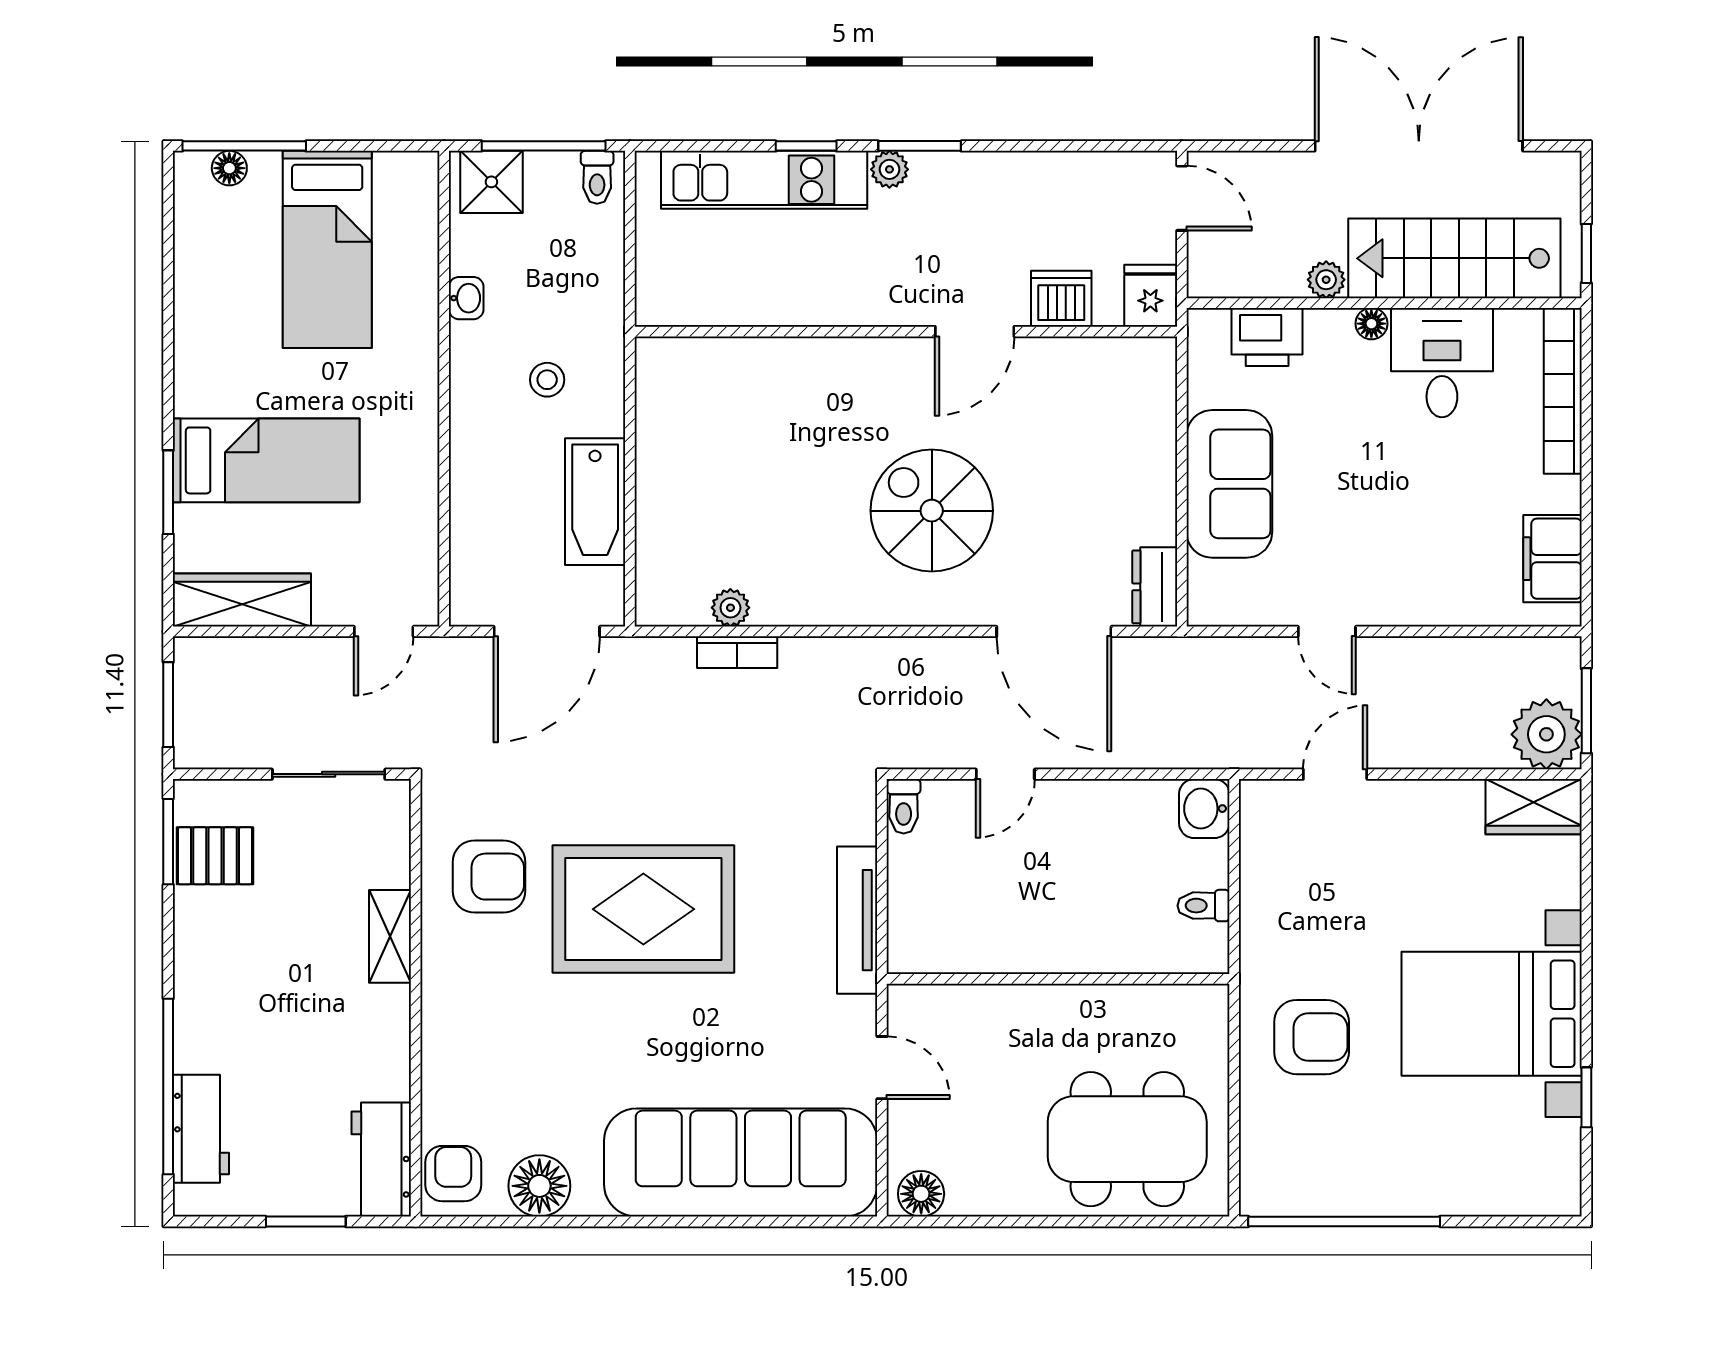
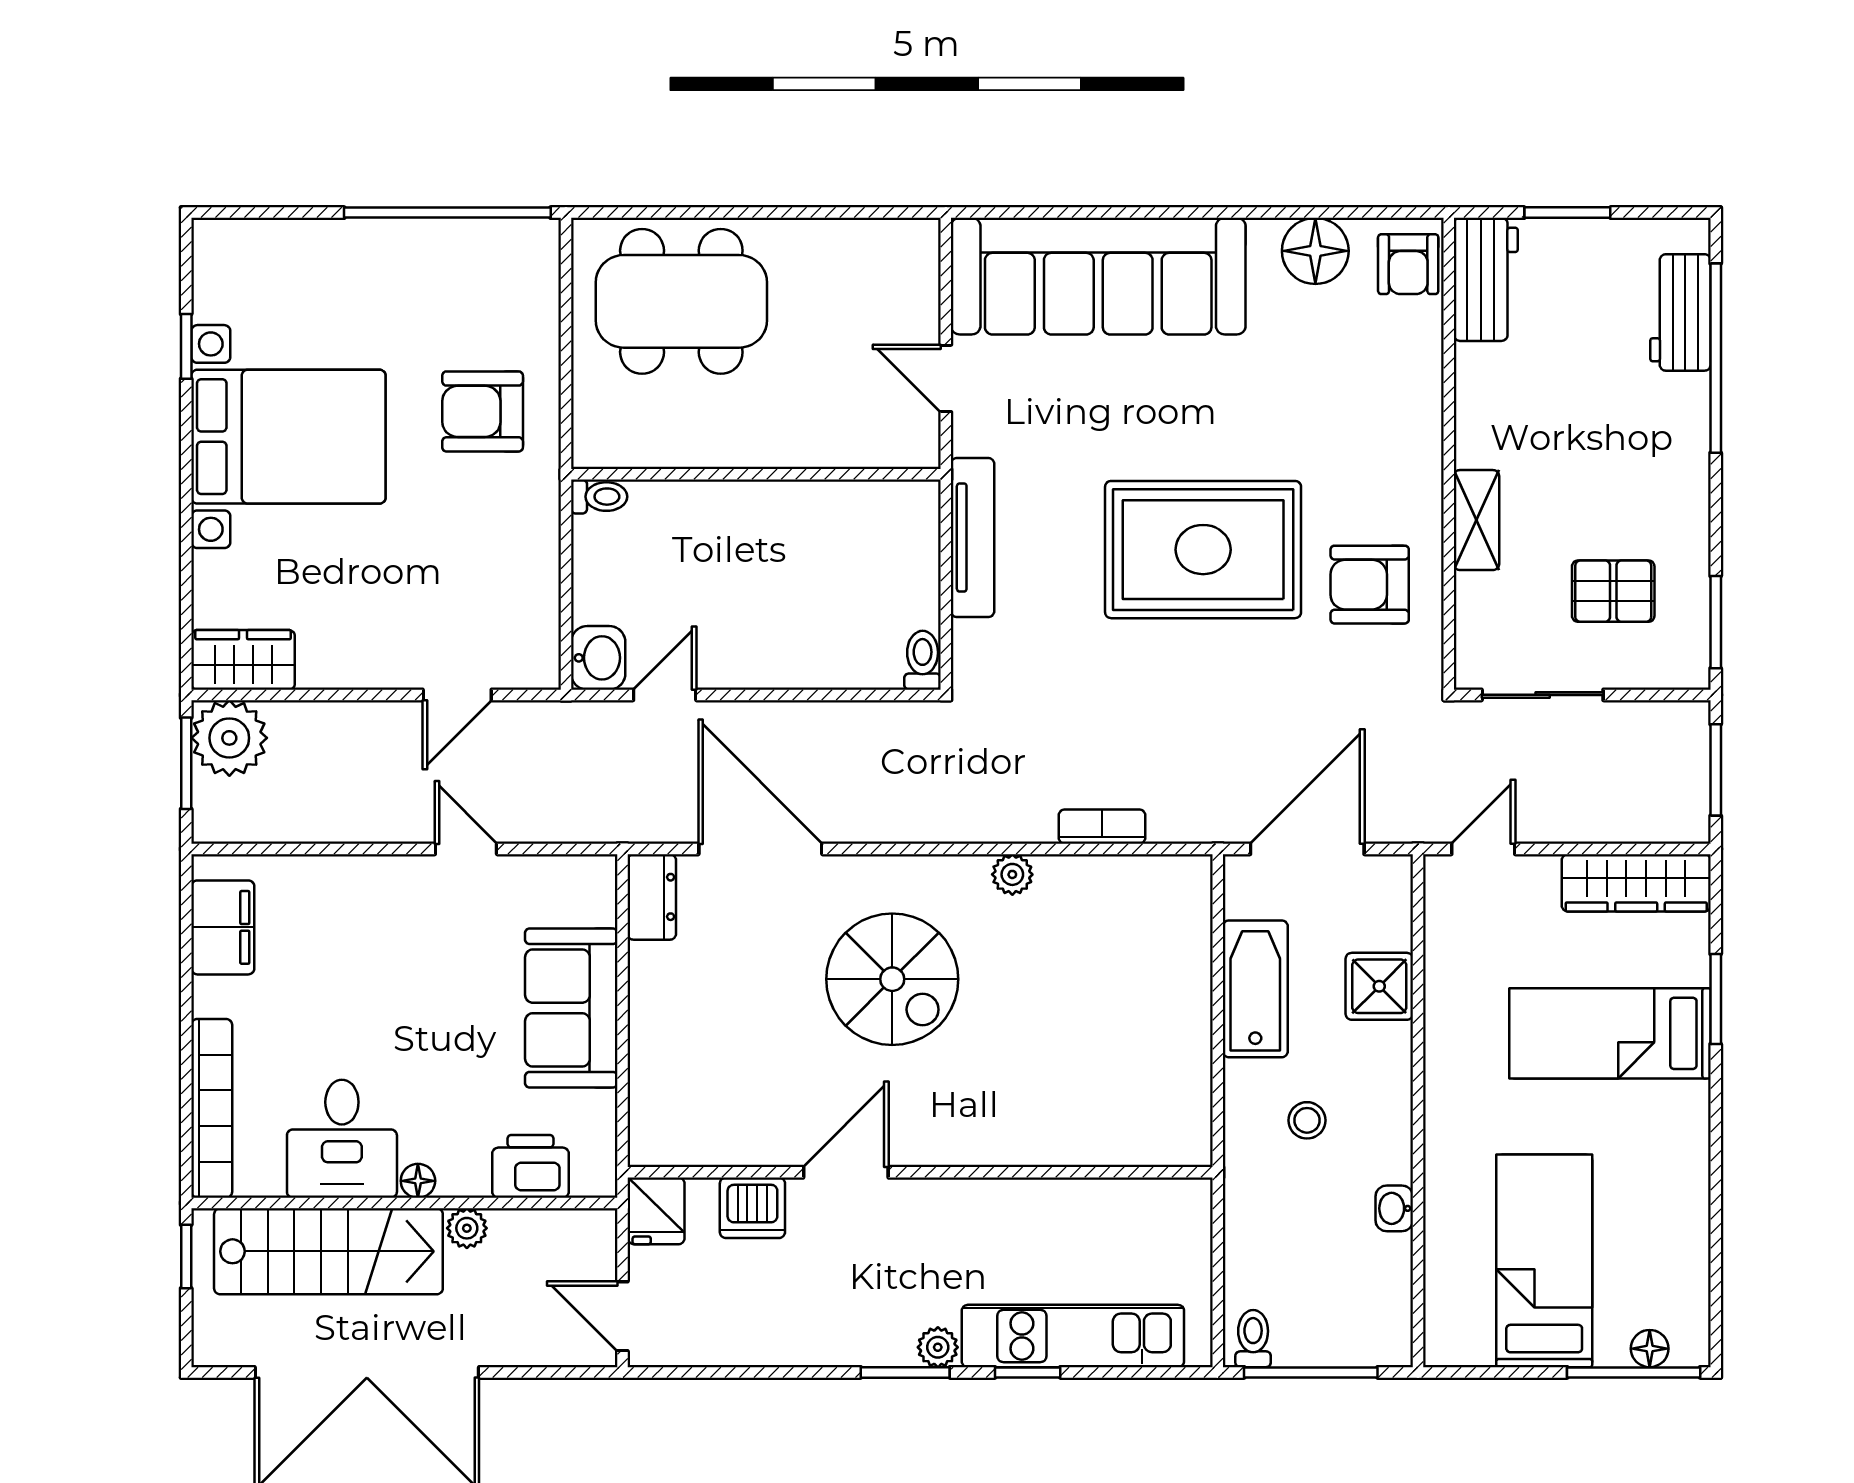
shower: (491, 182) -> (1379, 986), moved
plant: (730, 608) -> (1012, 874), moved
door: (1005, 774) -> (665, 695), moved
pallet: (215, 856) -> (1613, 591), moved
toilet: (1203, 906) -> (599, 497), moved
floor lamp: (921, 1194) -> (904, 242), removed

